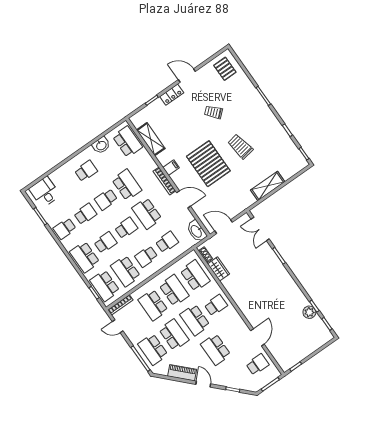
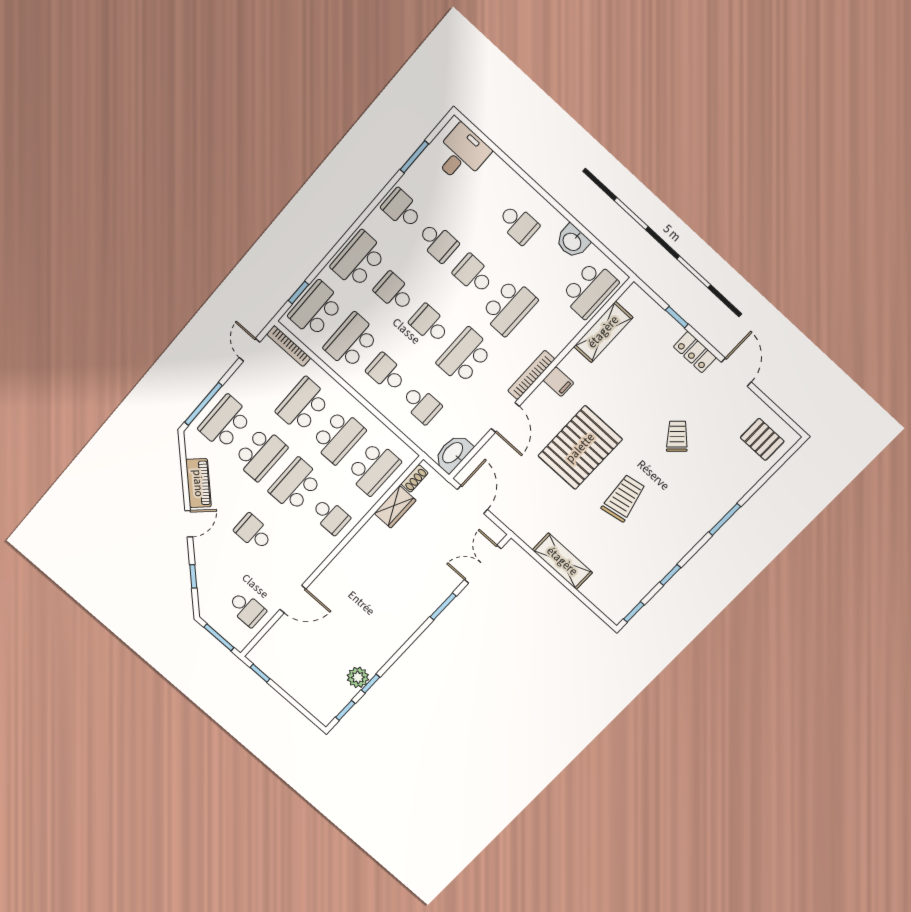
pallet: (225, 69) -> (762, 439), turned 90
school desk: (126, 228) -> (430, 324), turned 180
school desk: (105, 243) -> (394, 292), turned 180
school desk: (216, 350) -> (254, 532), width x0.54

